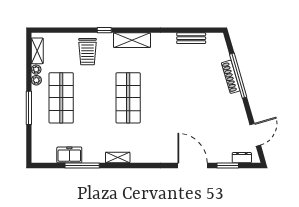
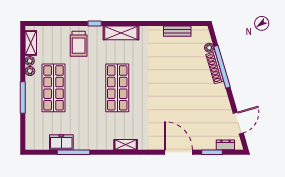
plant: (225, 56) -> (209, 48), added
shelving: (118, 158) -> (126, 145), moved

